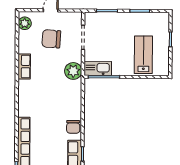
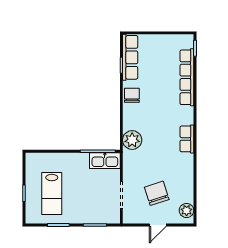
chair: (51, 39) -> (157, 193), turned -112
lab bench: (143, 55) -> (52, 194), moved
row of seats: (24, 67) -> (187, 139), moved
plant: (73, 71) -> (132, 140), moved

